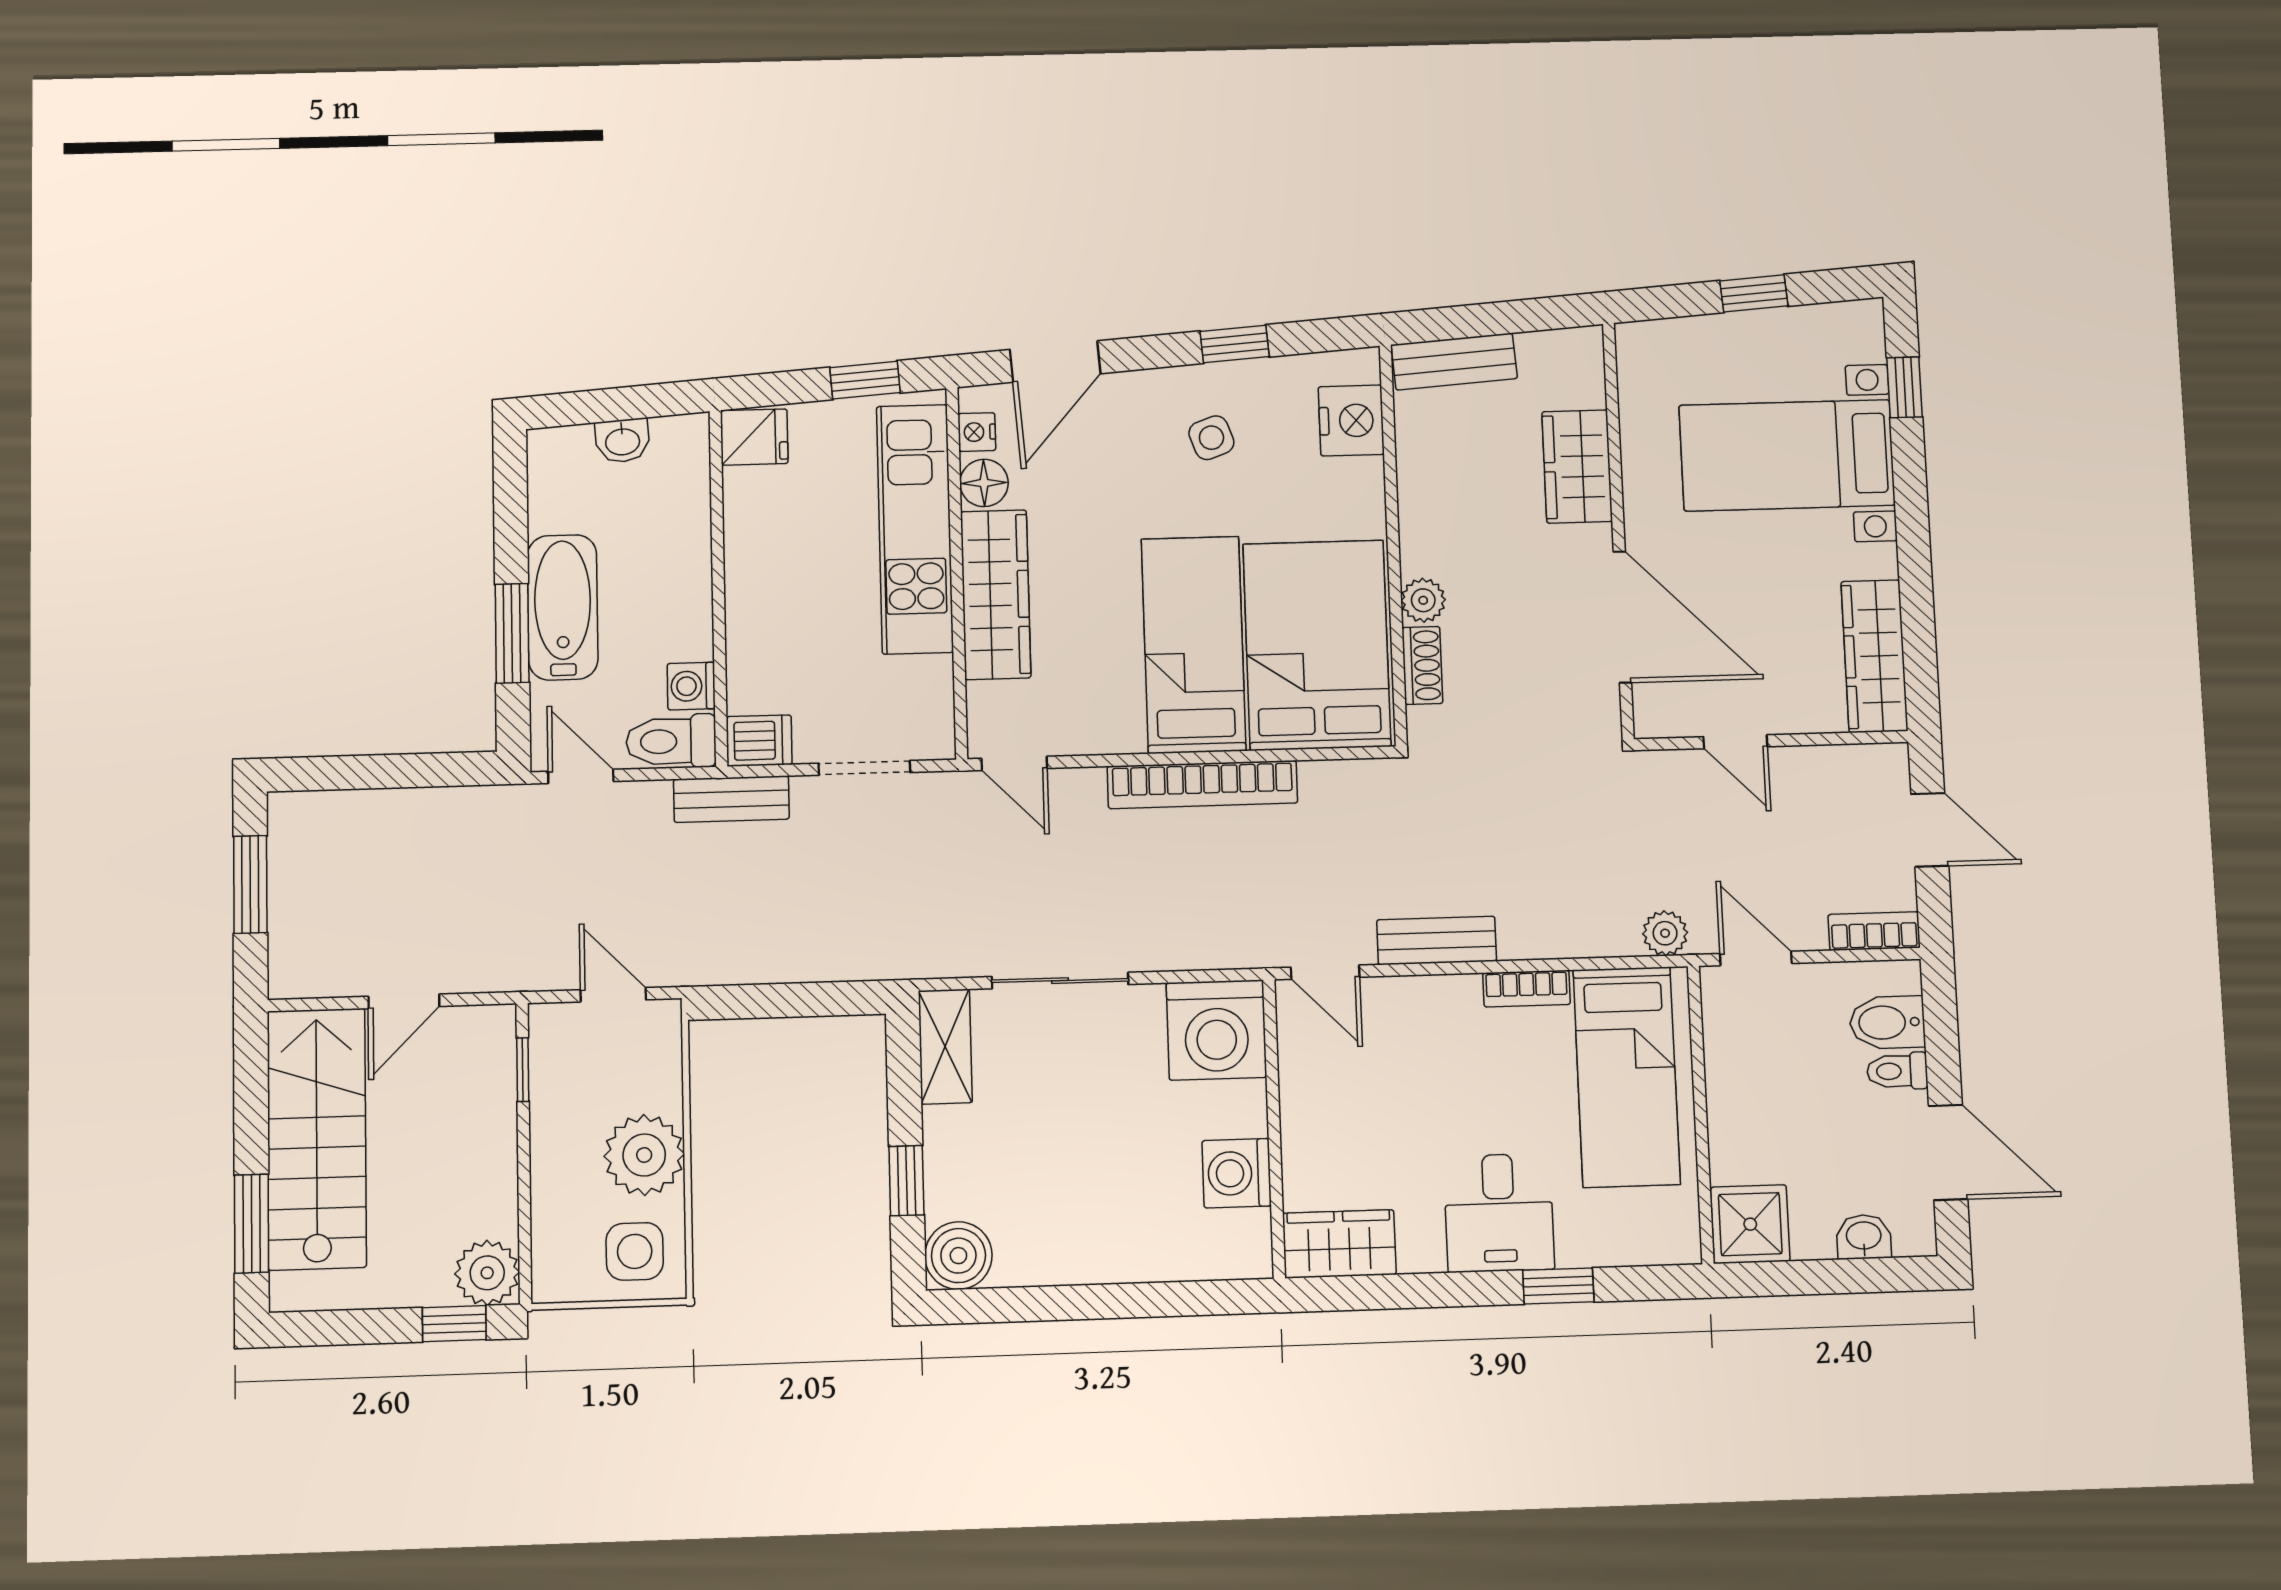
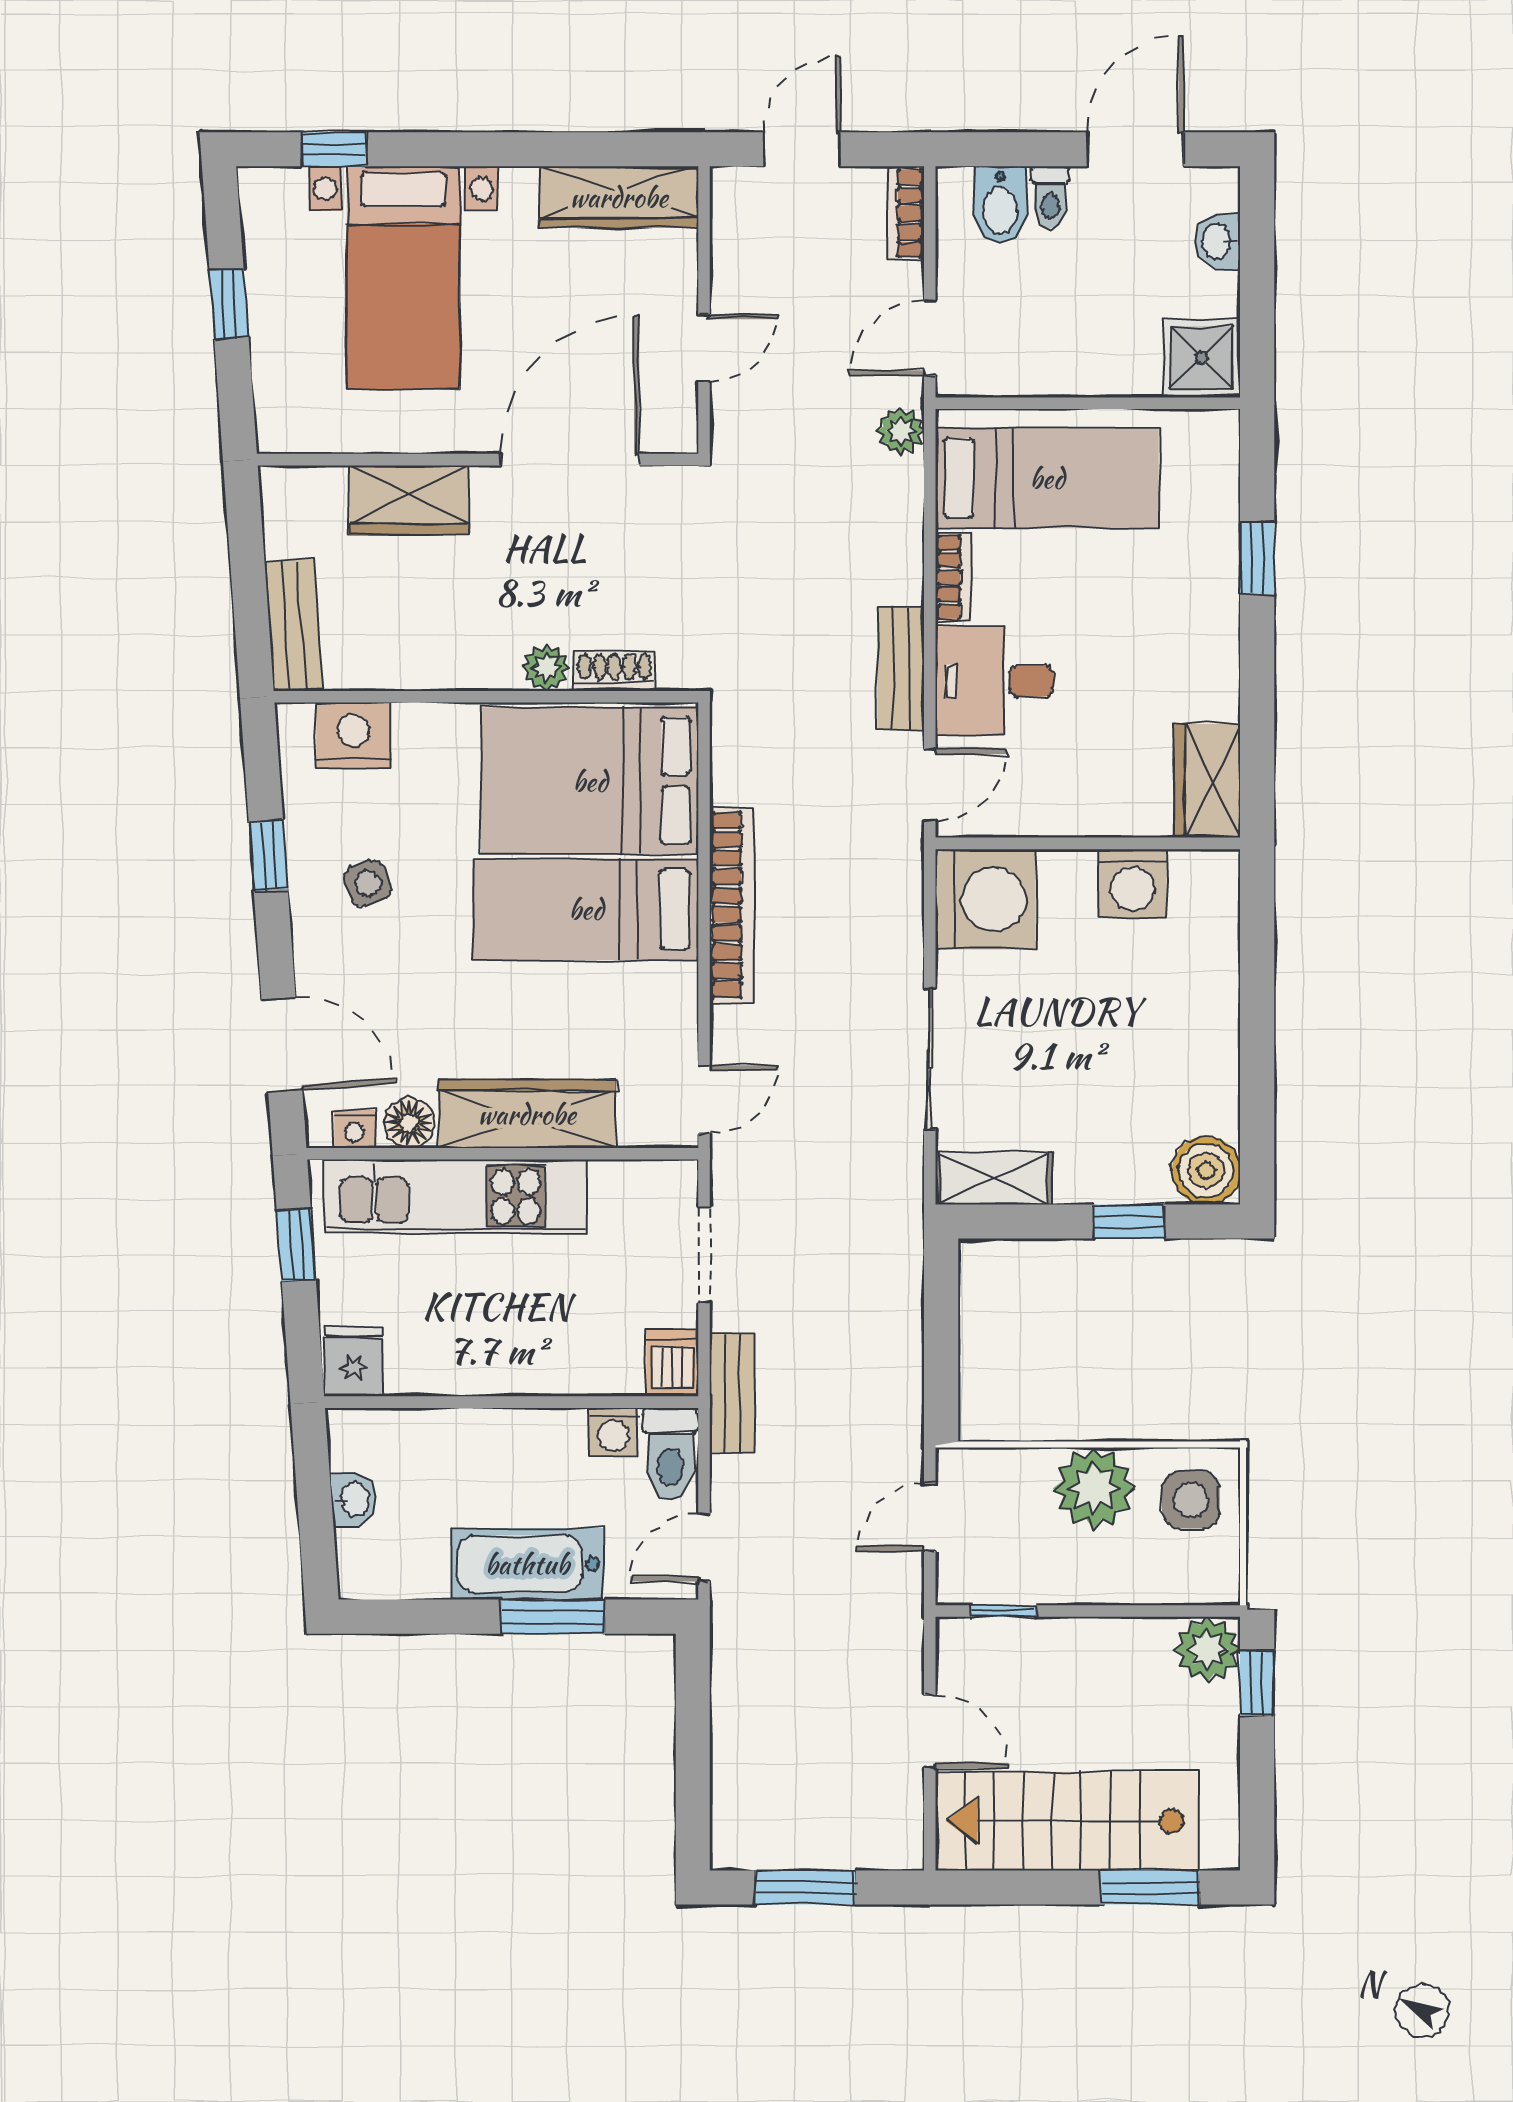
desk: (1499, 1213) -> (995, 681), moved, turned 180

